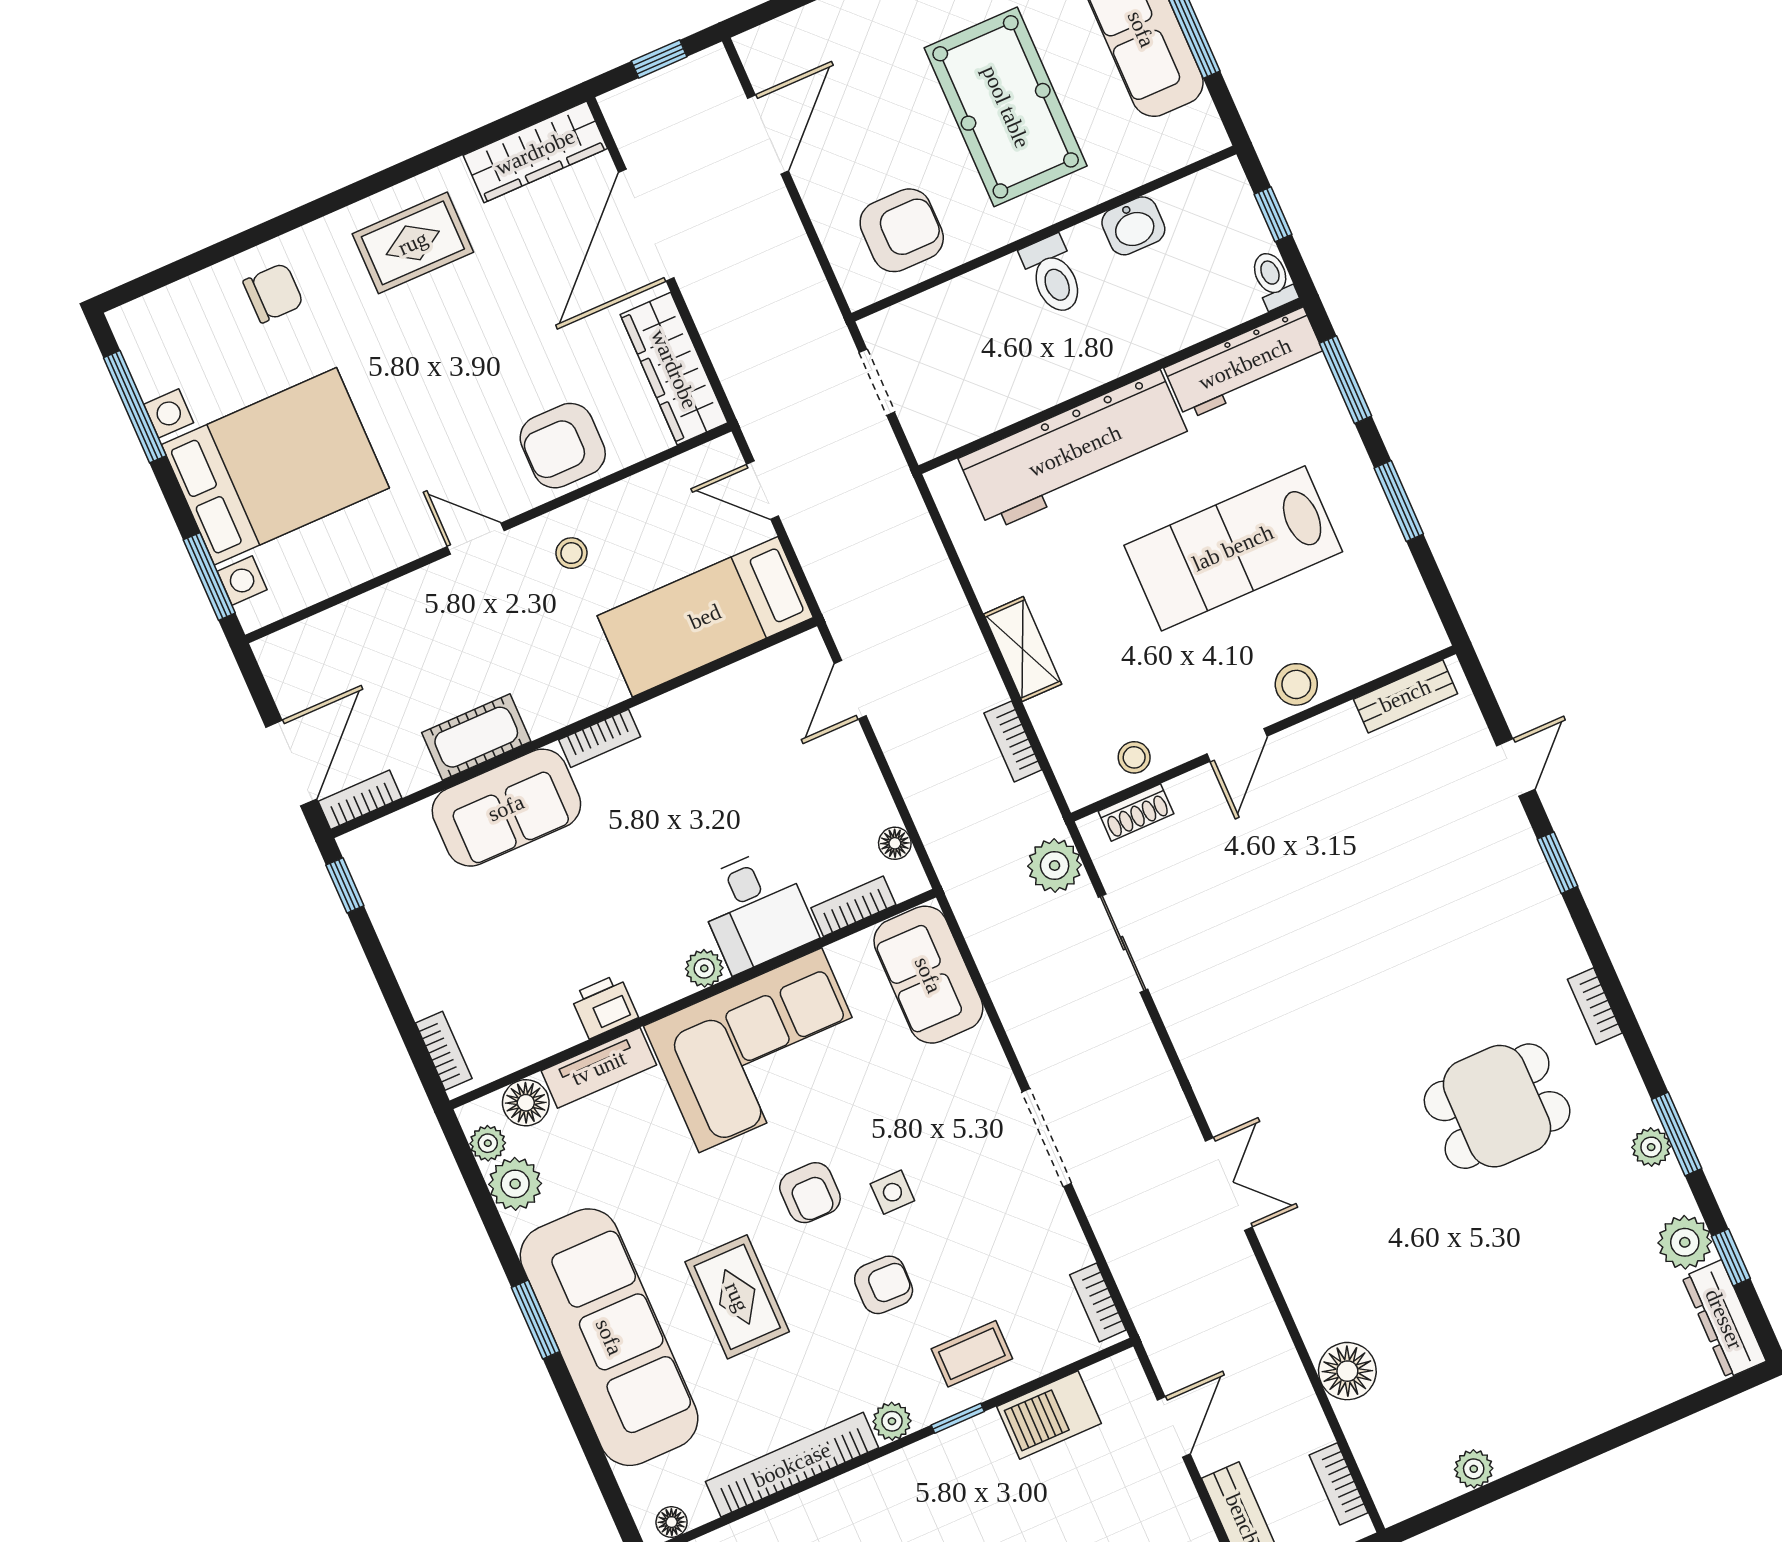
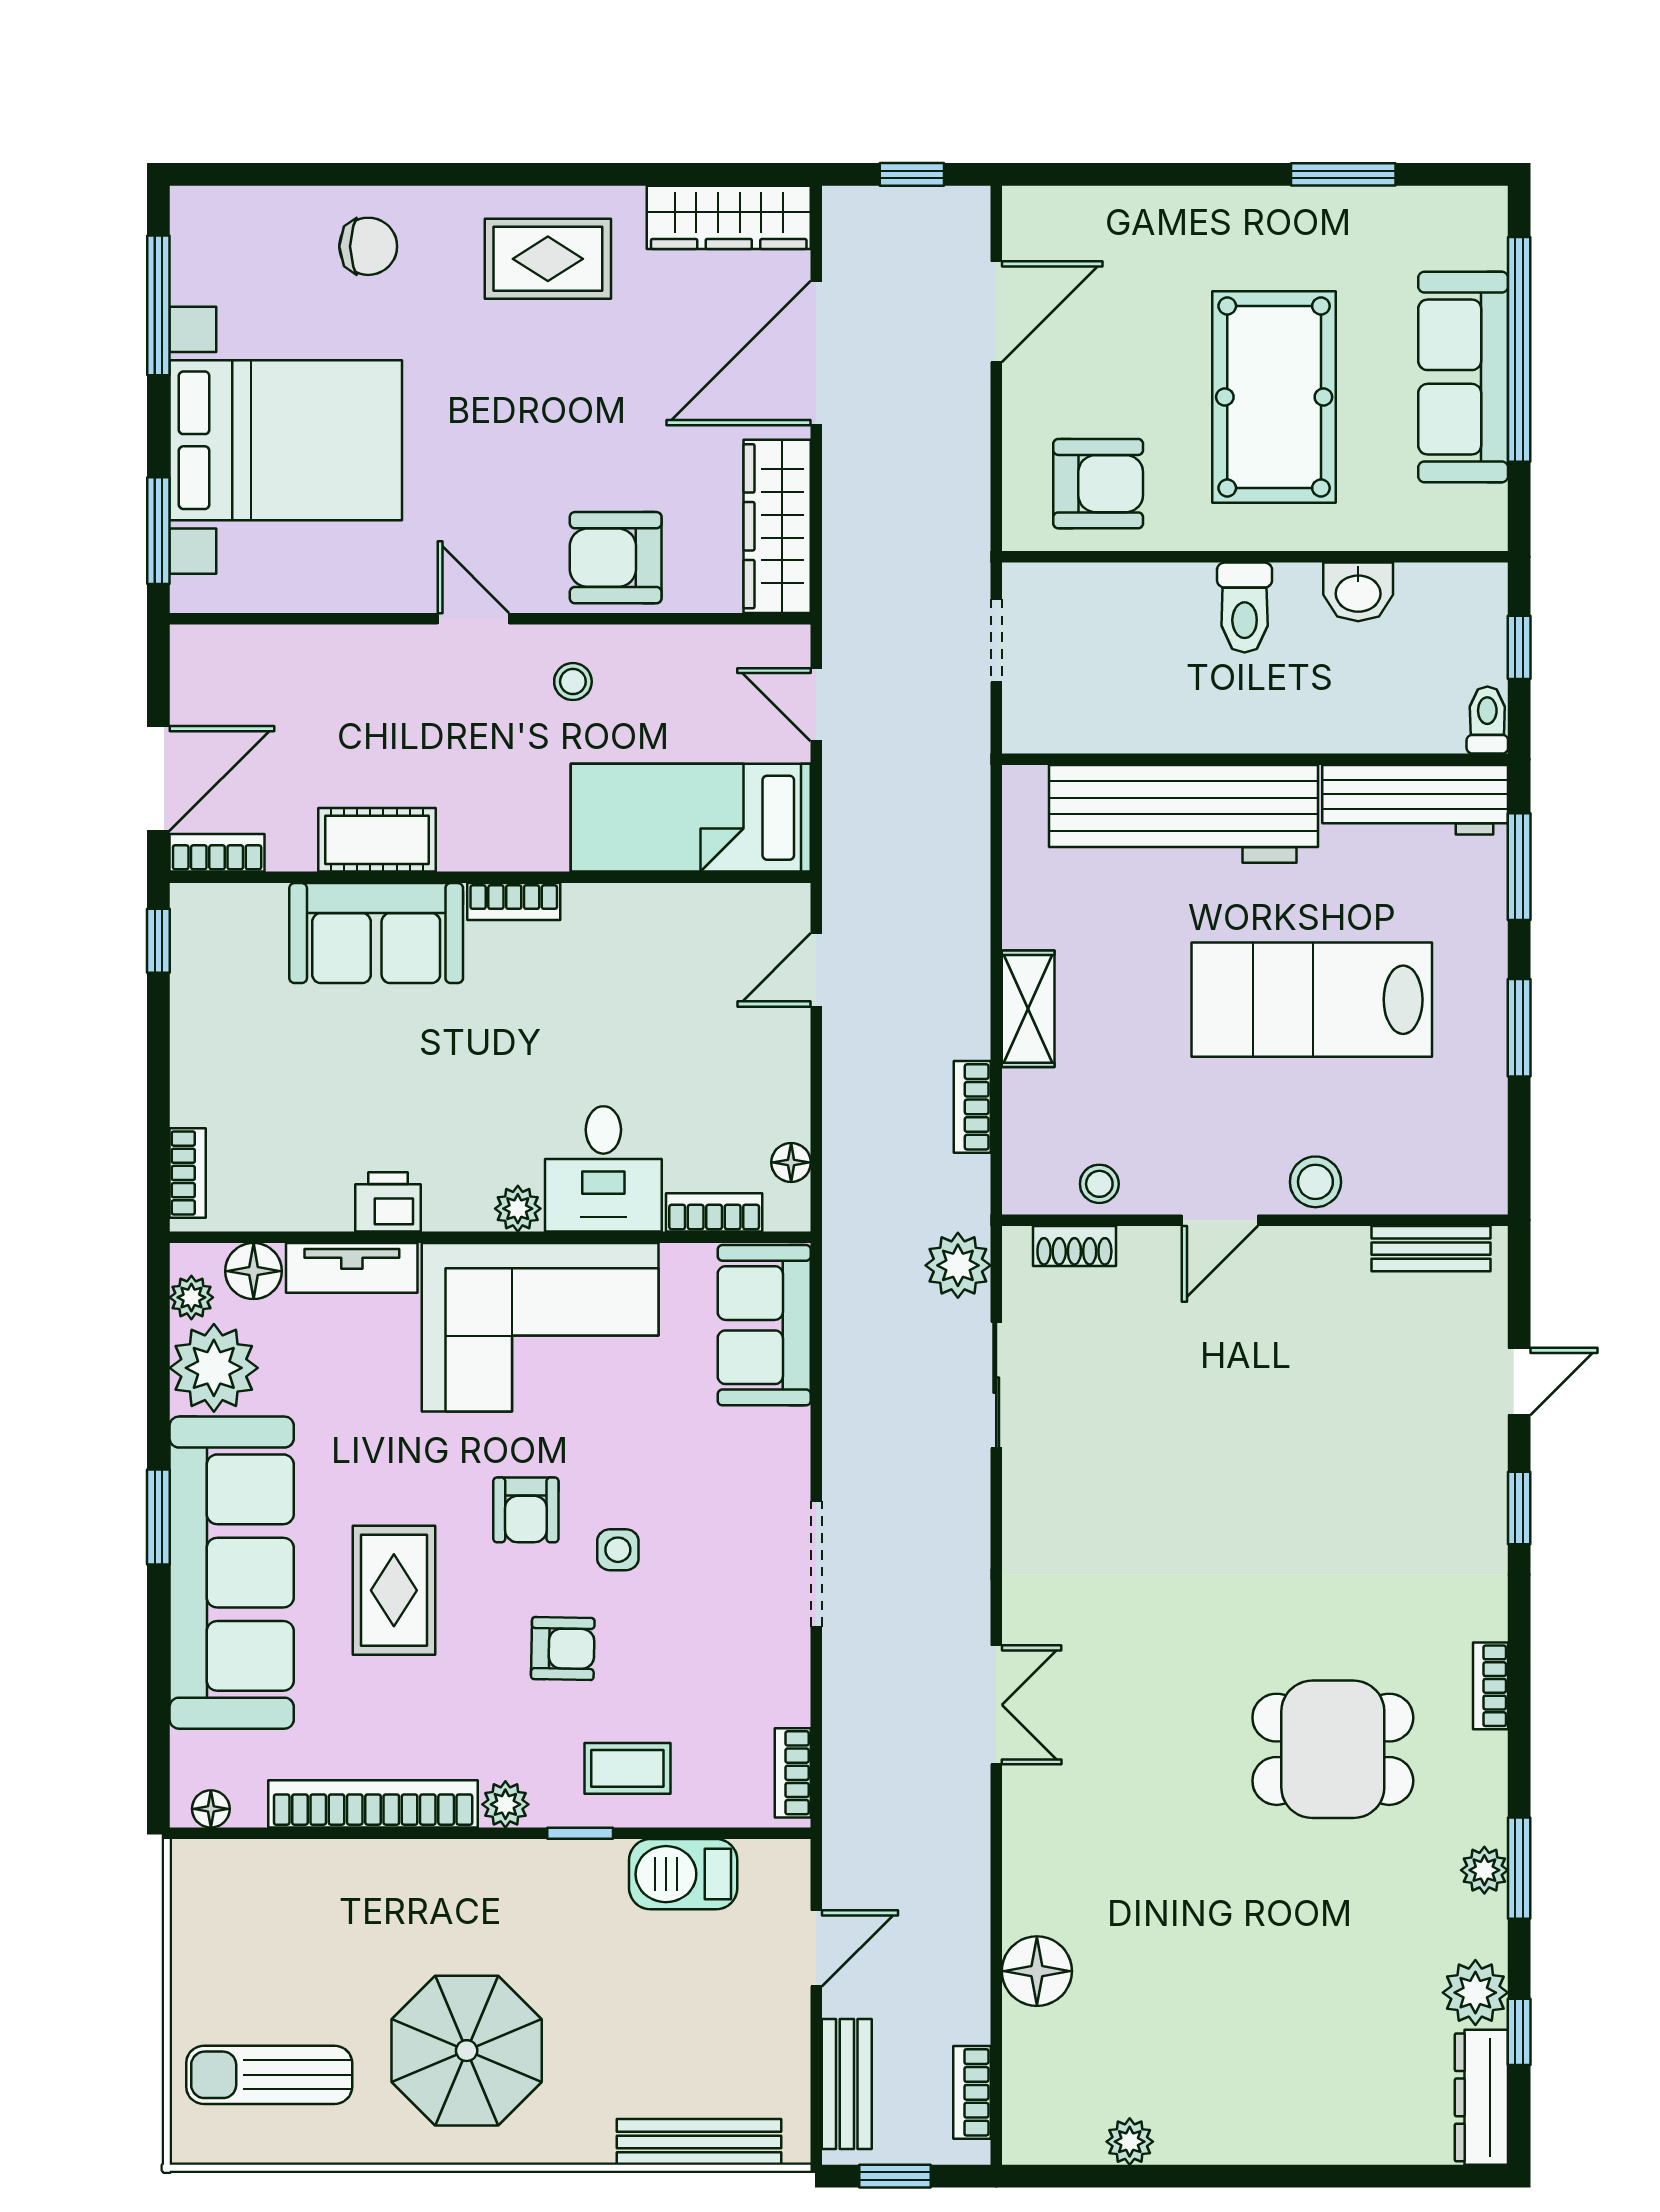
plant: (515, 1184) -> (214, 1368), width x1.36, depth x1.36

